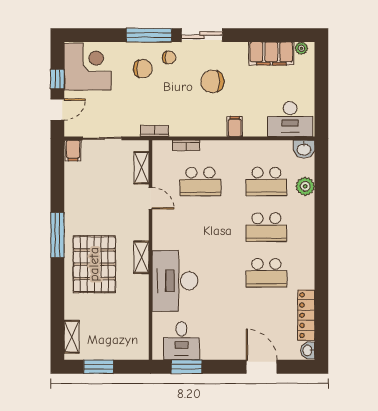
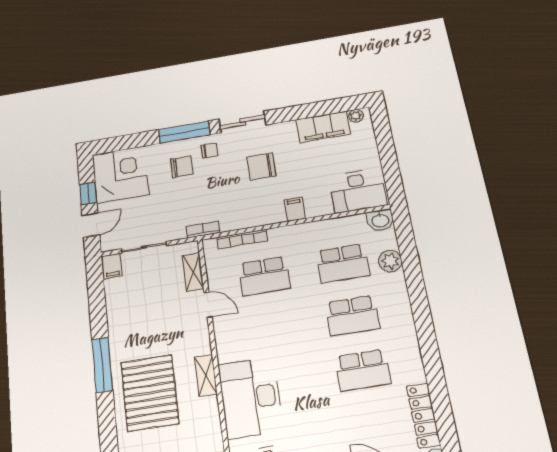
bookcase: (186, 145) -> (242, 239), width x1.56

